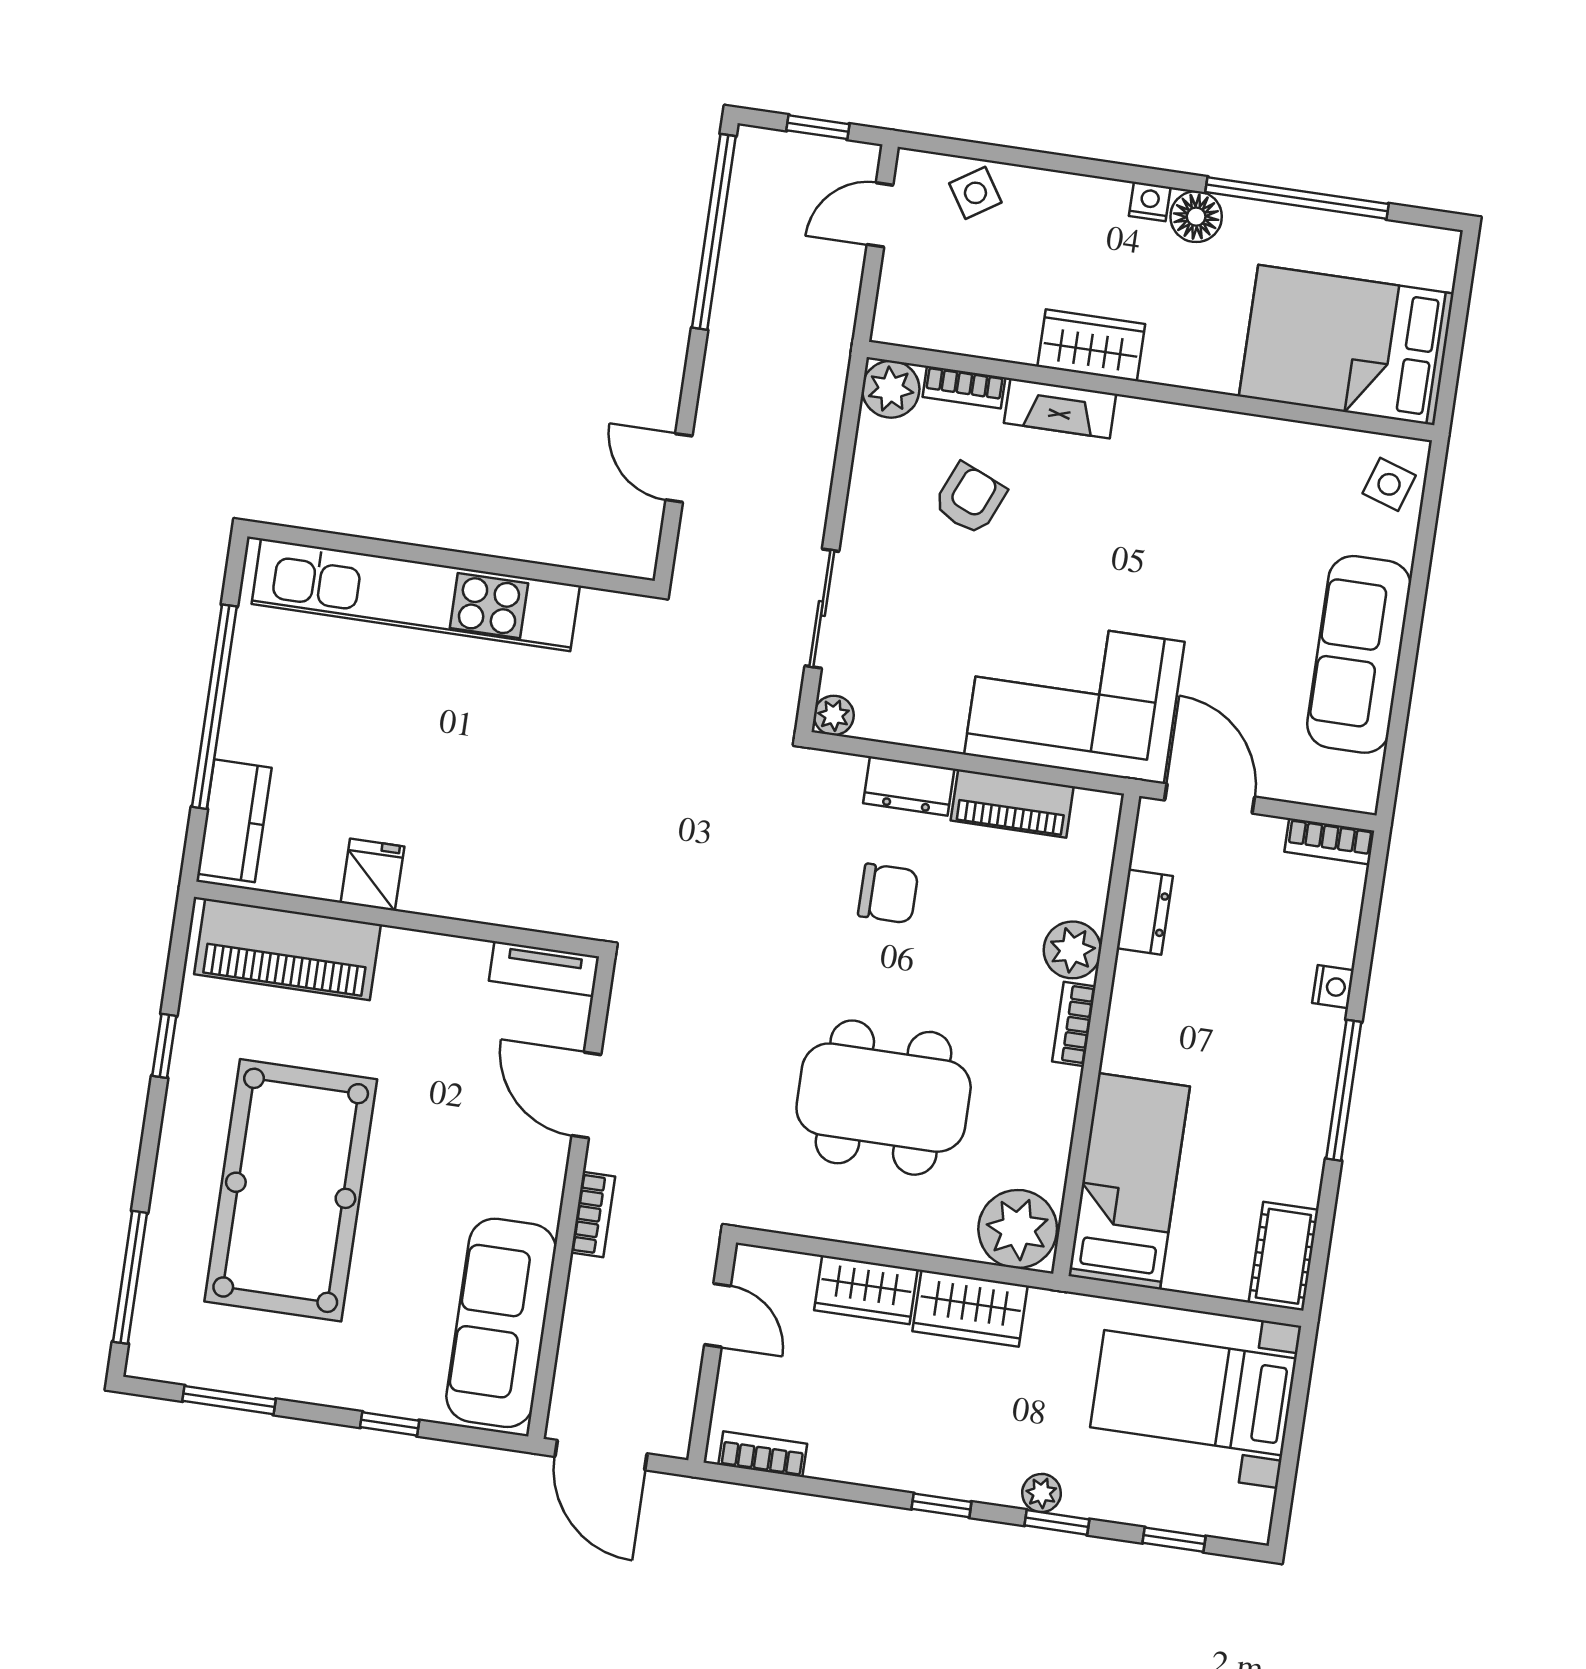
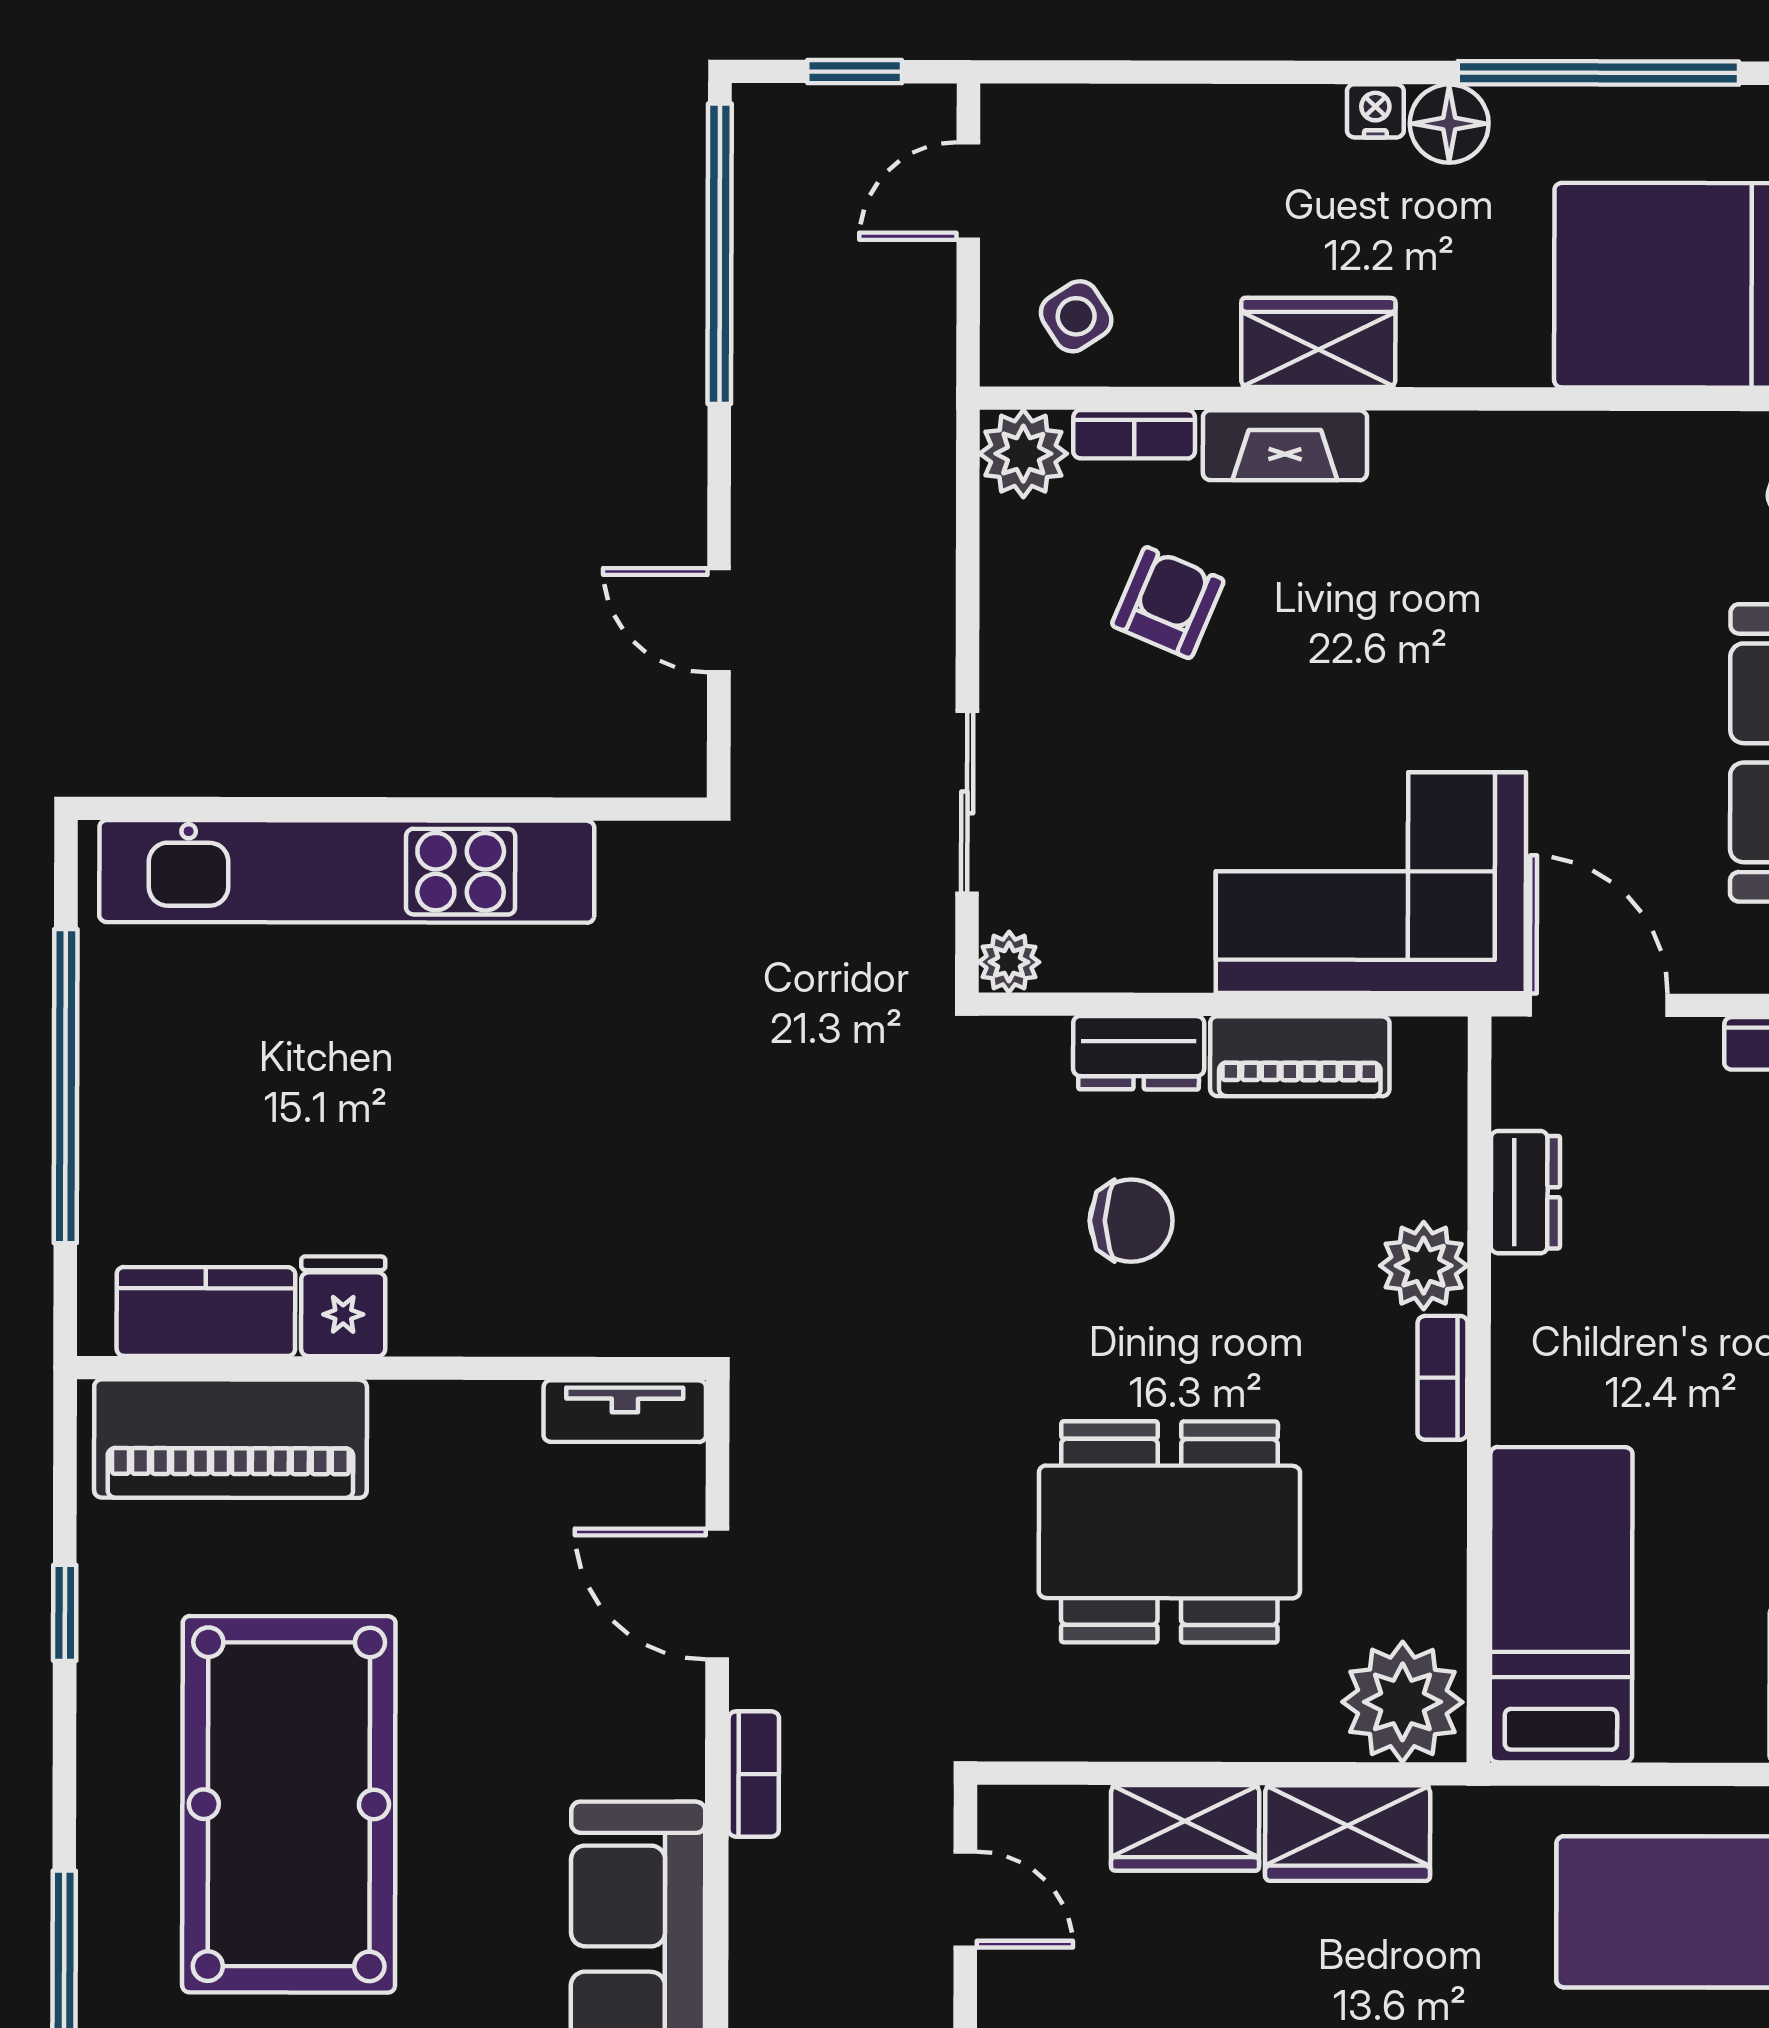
side table: (975, 193) -> (1076, 316), moved
kitchen counter: (235, 821) -> (206, 1312), moved, turned -90

